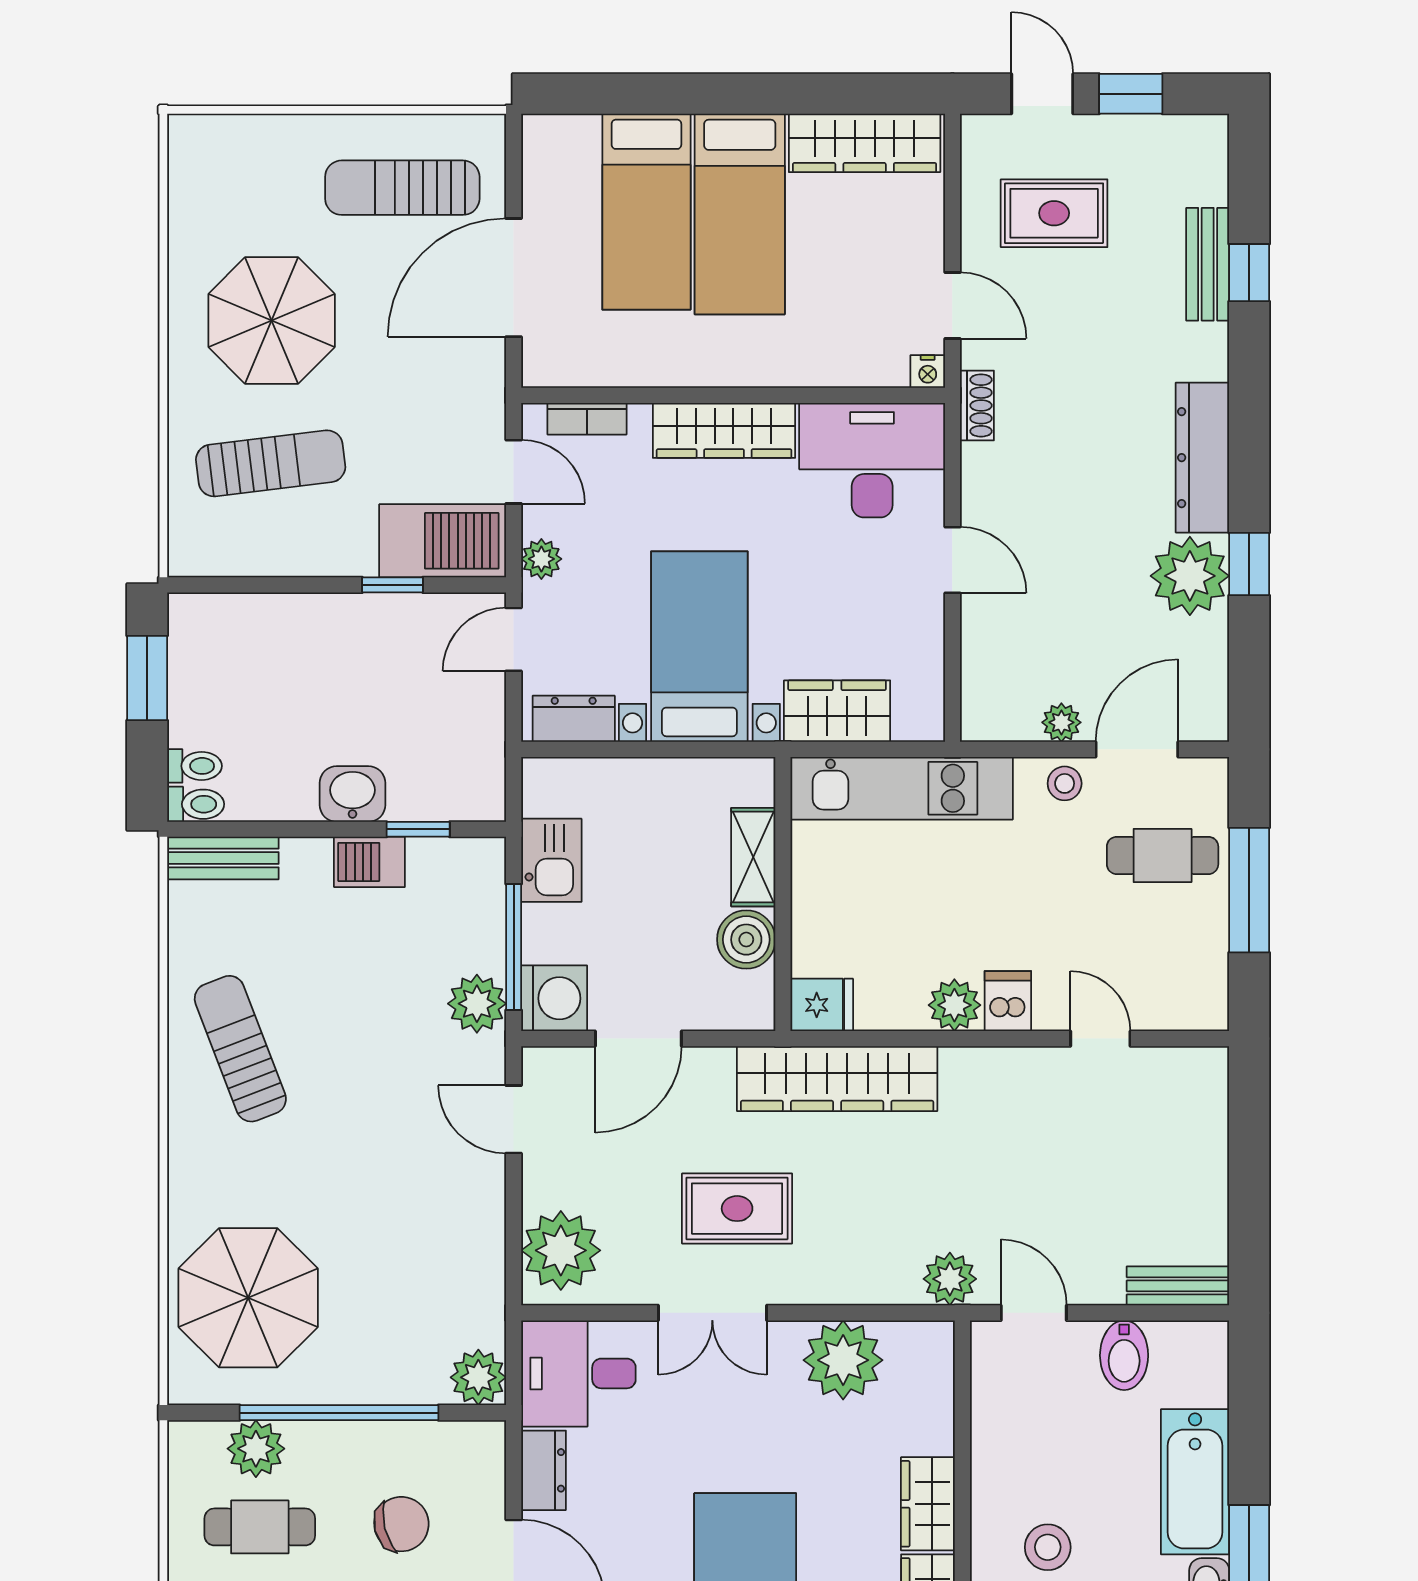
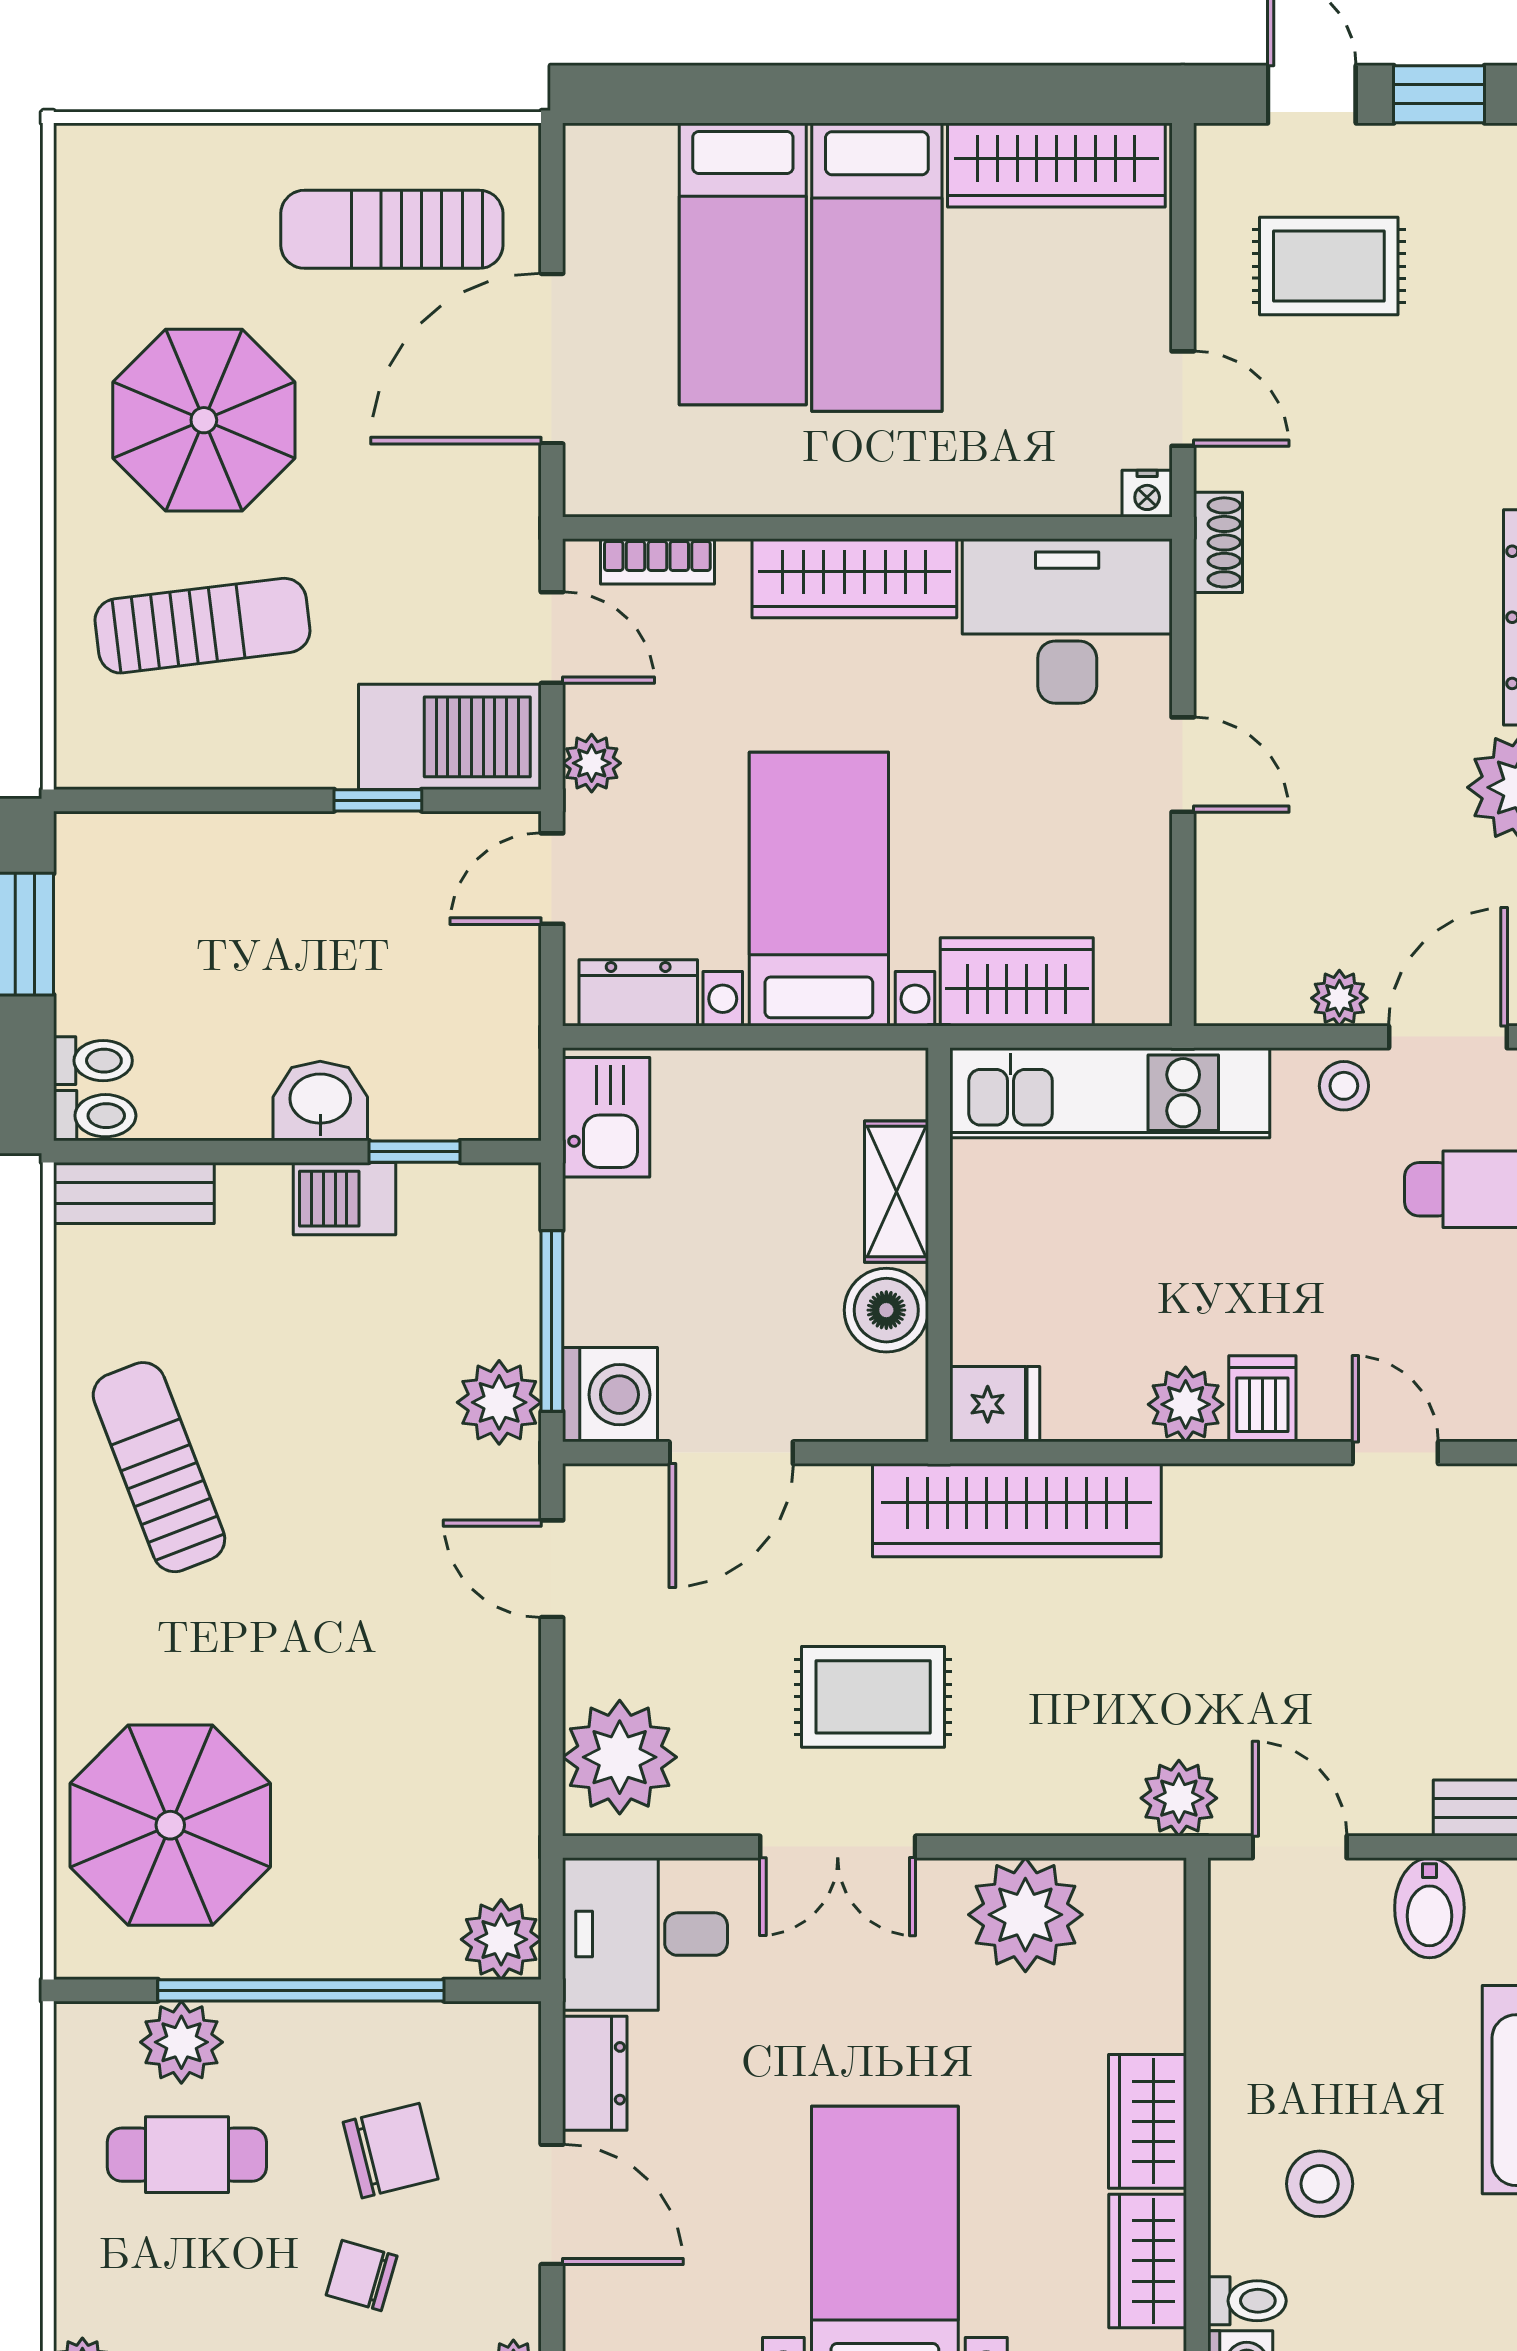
kitchen sink: (551, 860) -> (606, 1117), moved

